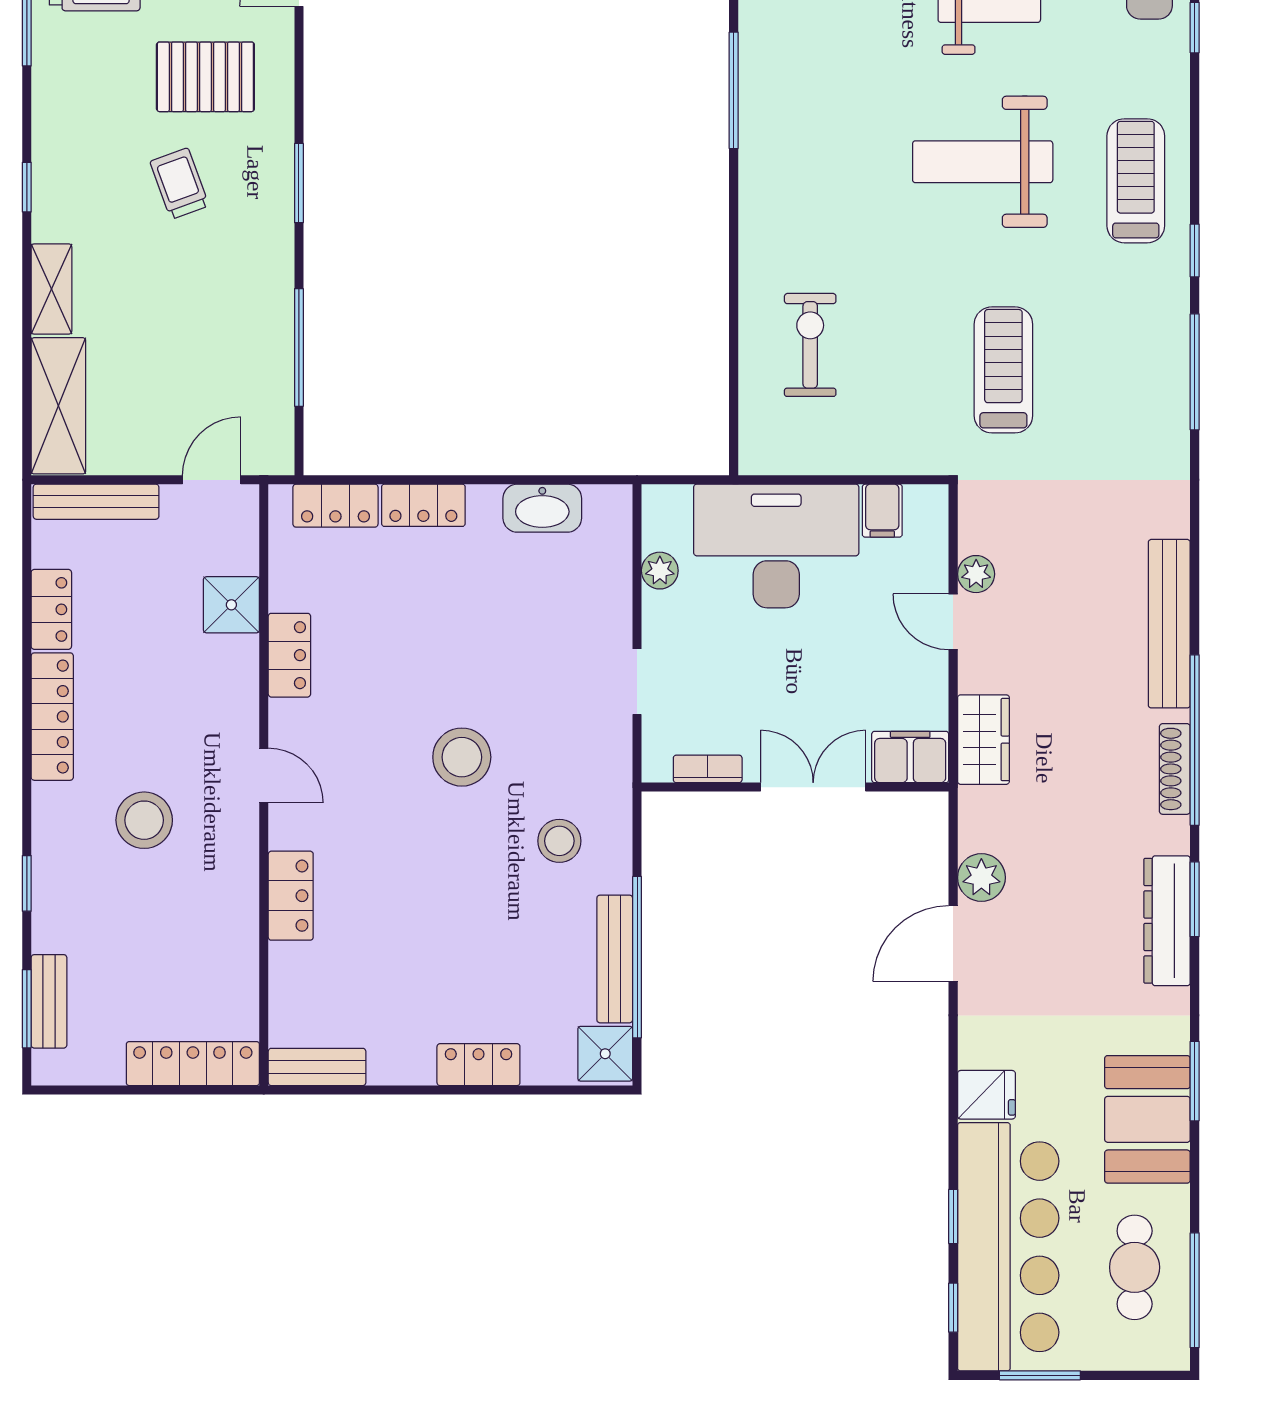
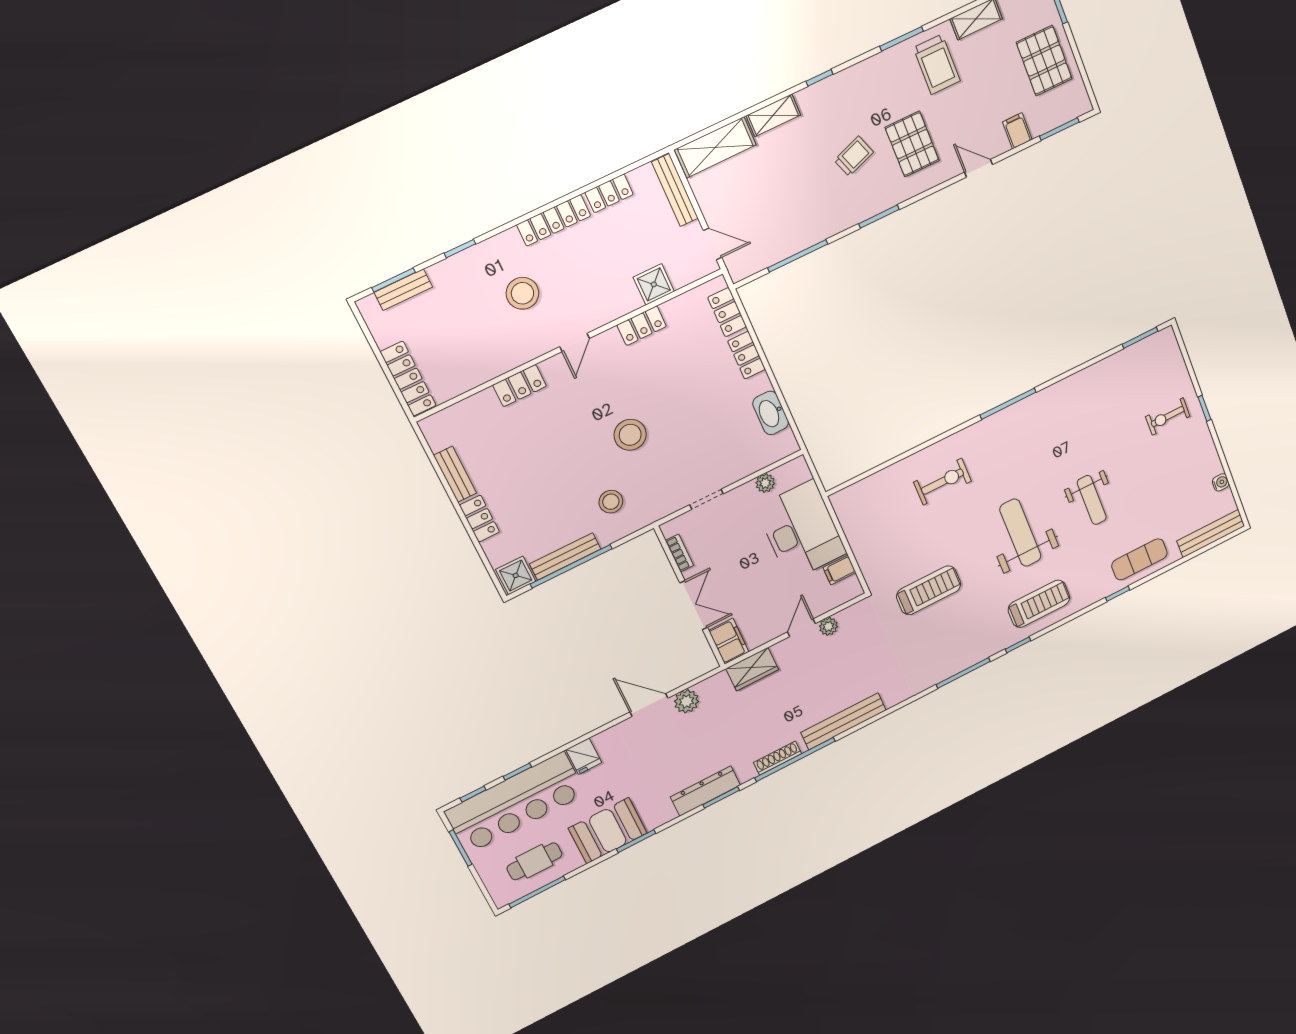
exercise bike: (810, 345) -> (942, 482), moved
bench: (317, 1067) -> (455, 474), moved

